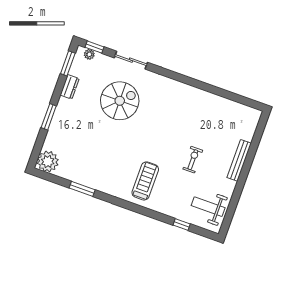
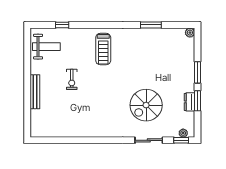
window: (68, 63) -> (198, 101), moved
plant: (48, 161) -> (190, 33), width x0.53, depth x0.53

